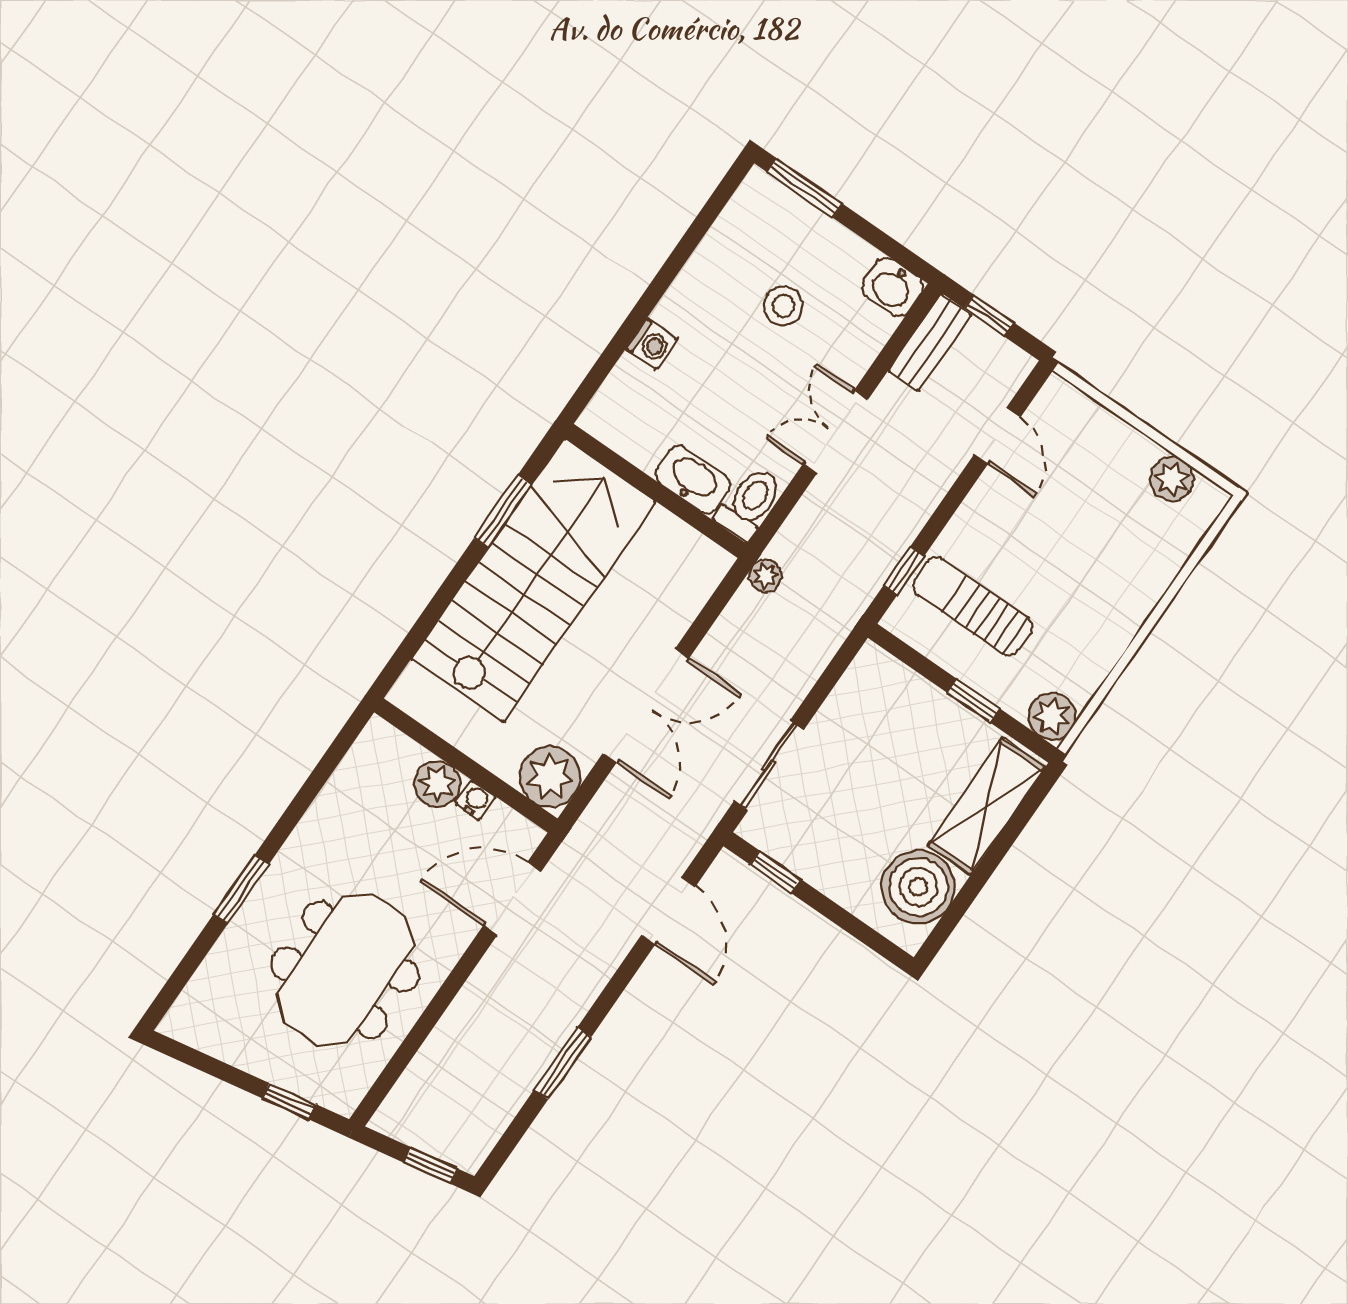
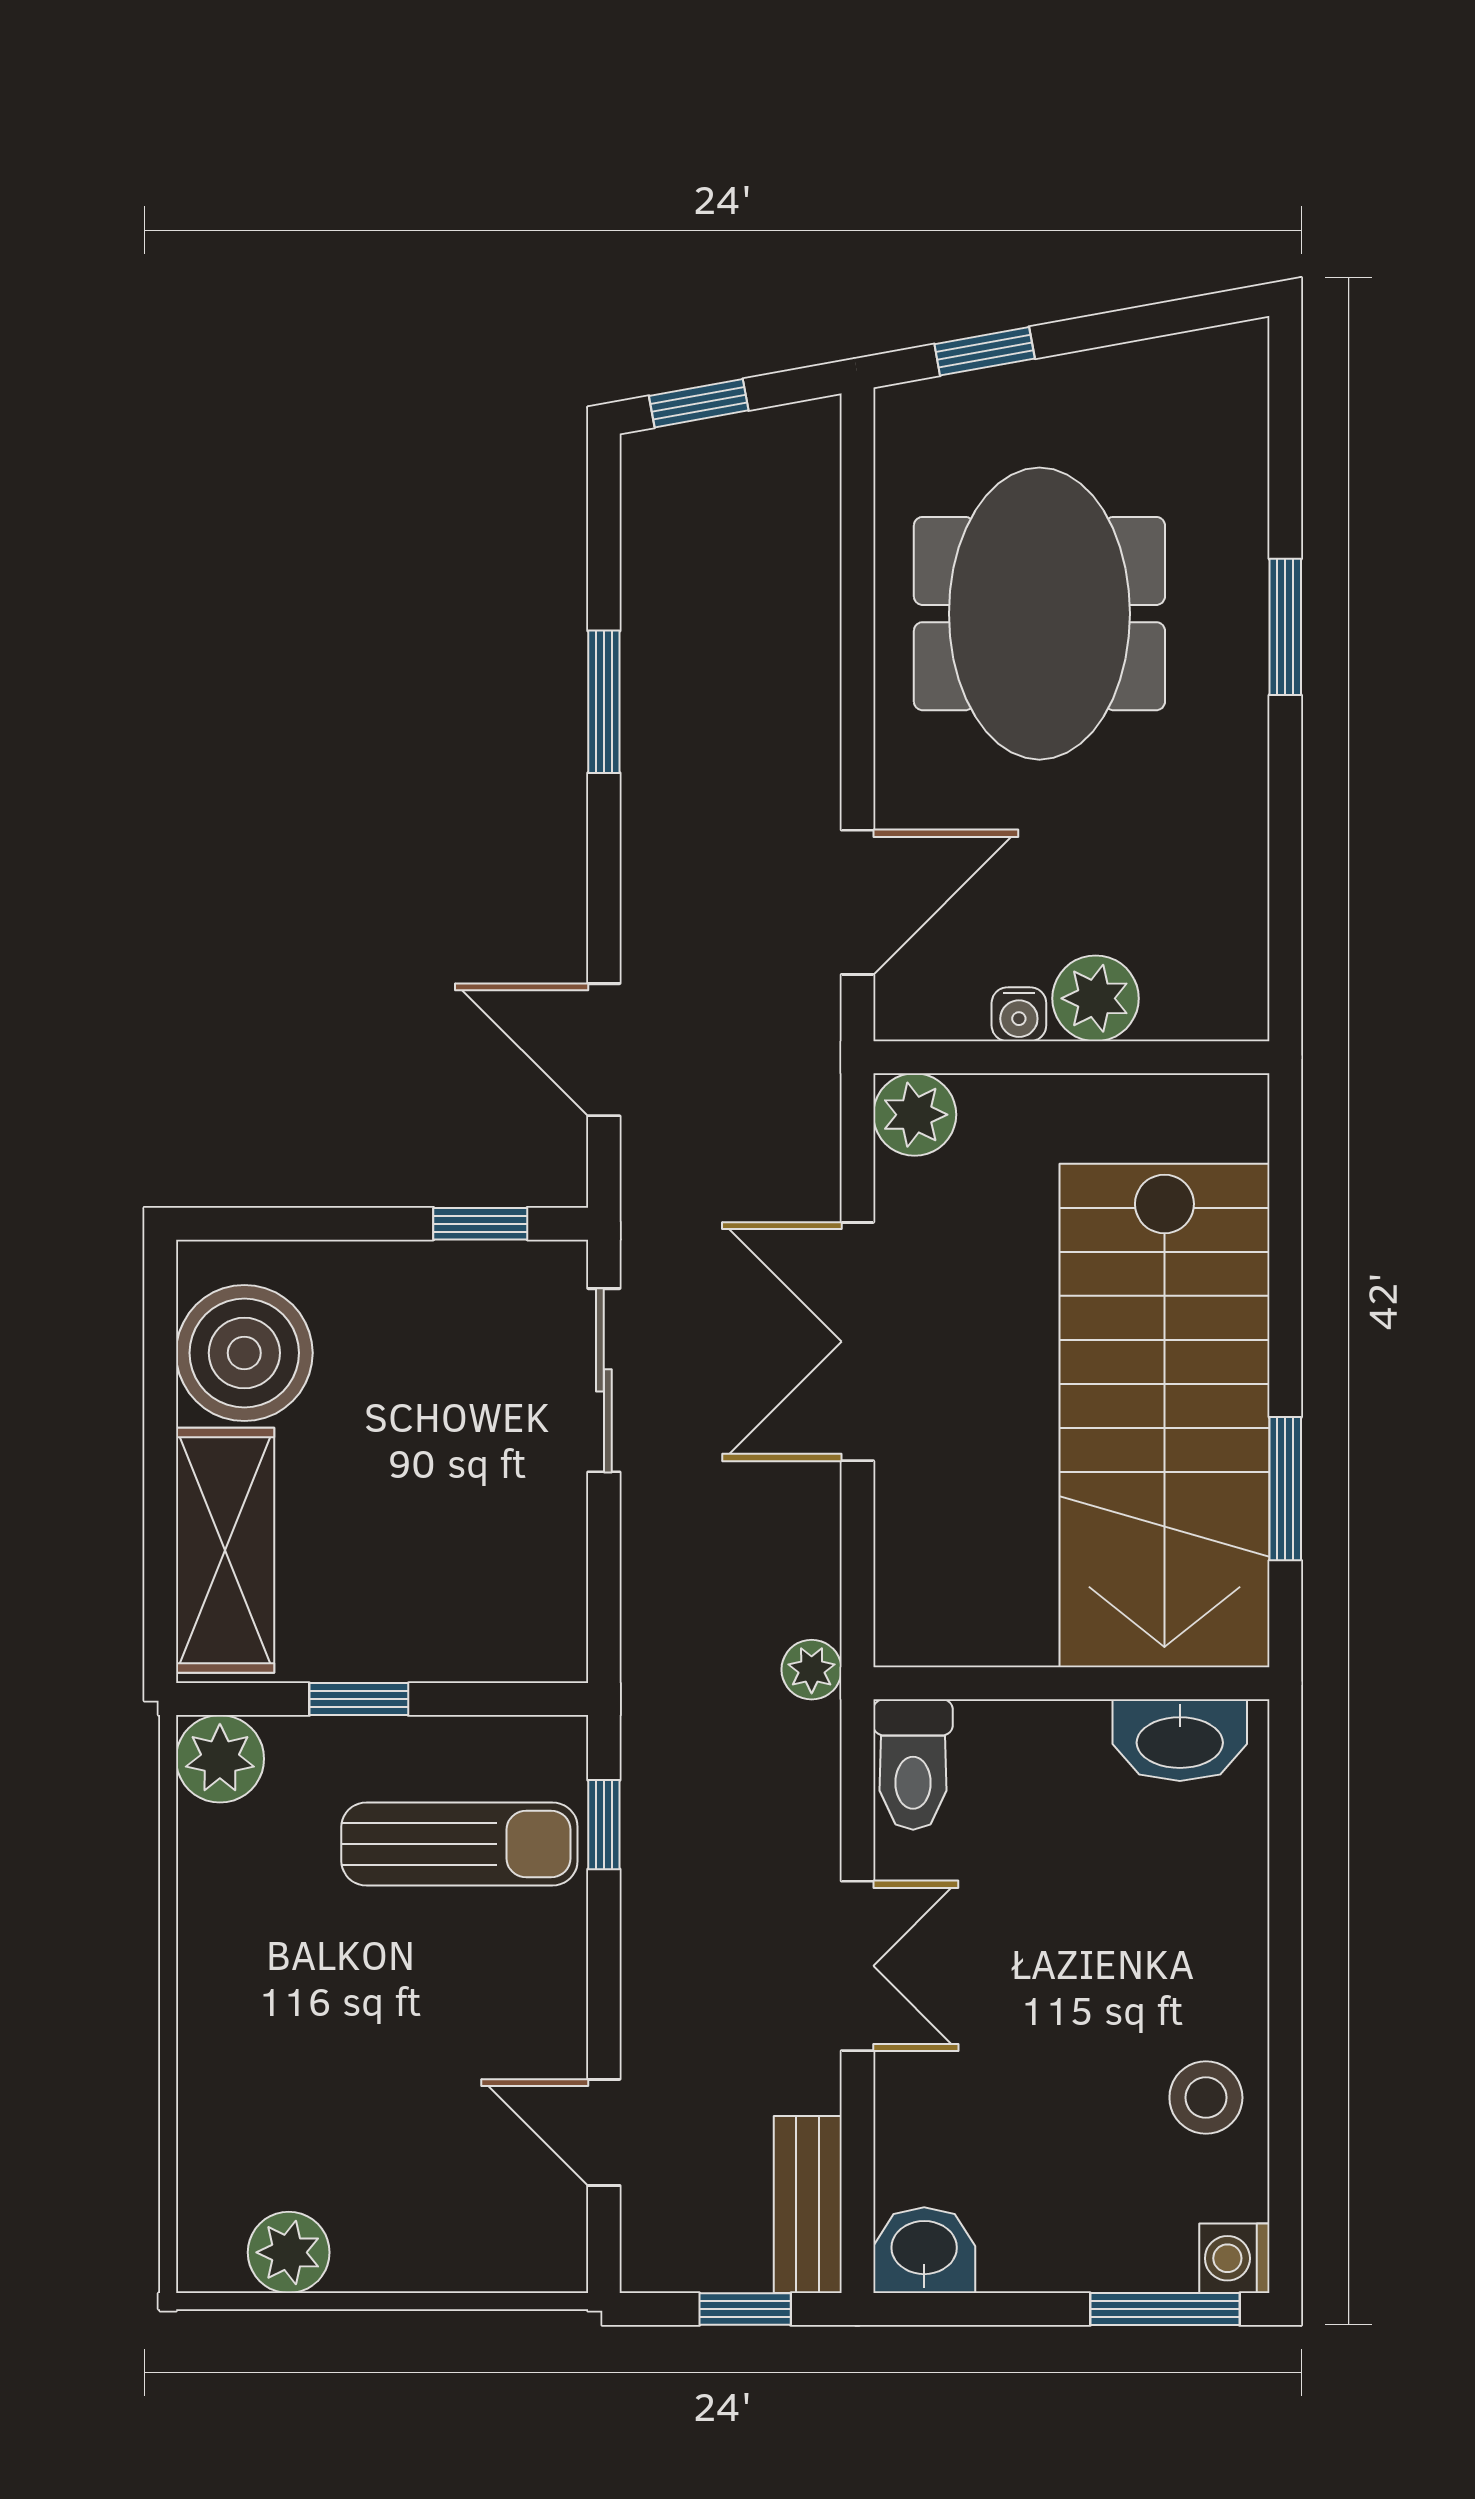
stool: (783, 306) -> (1206, 2098), moved
washing machine: (652, 344) -> (1234, 2258), moved
washbasin: (693, 480) -> (1180, 1740), moved
plant: (550, 777) -> (915, 1115), width x0.73, depth x0.73

